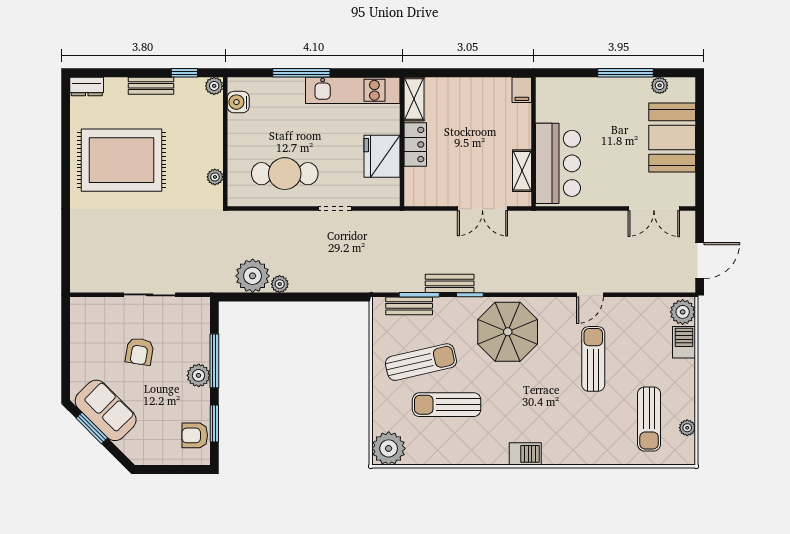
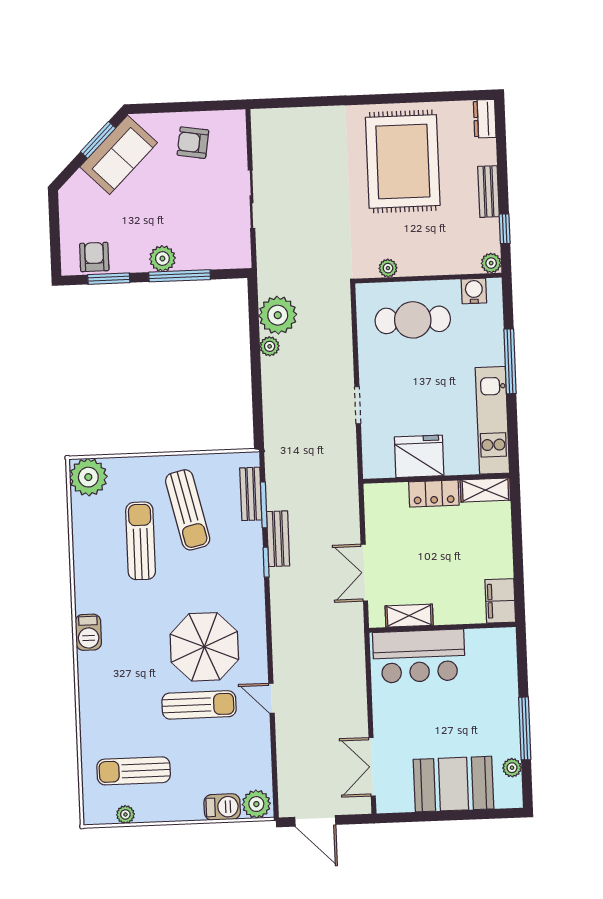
filing cabinet: (522, 90) -> (500, 601), width x2.00
cafe table: (285, 174) -> (413, 320), moved, turned 90
parasol: (508, 332) -> (204, 647), moved
armchair: (139, 351) -> (193, 143), moved

